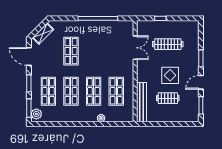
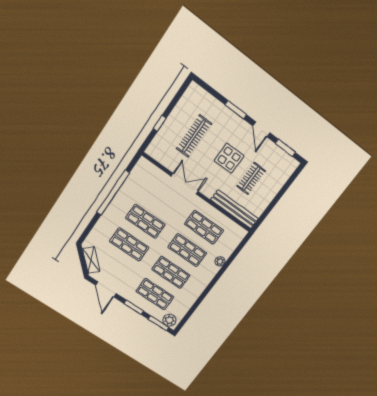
double door: (135, 48) -> (185, 184), moved
shop shelf: (94, 51) -> (145, 221), added
door: (29, 56) -> (106, 289), hinge flipped

